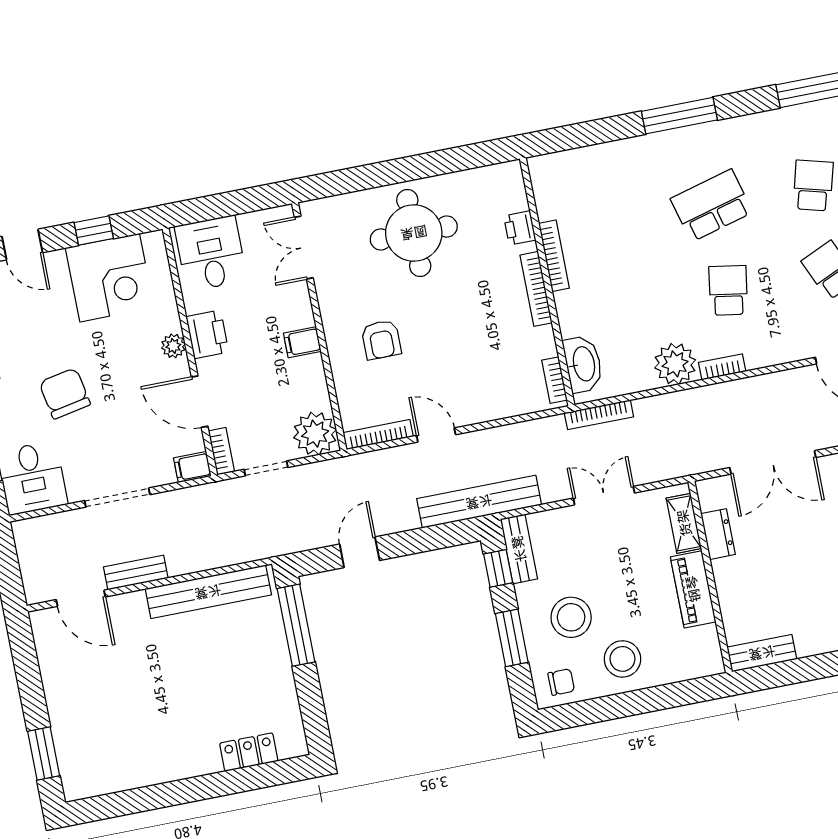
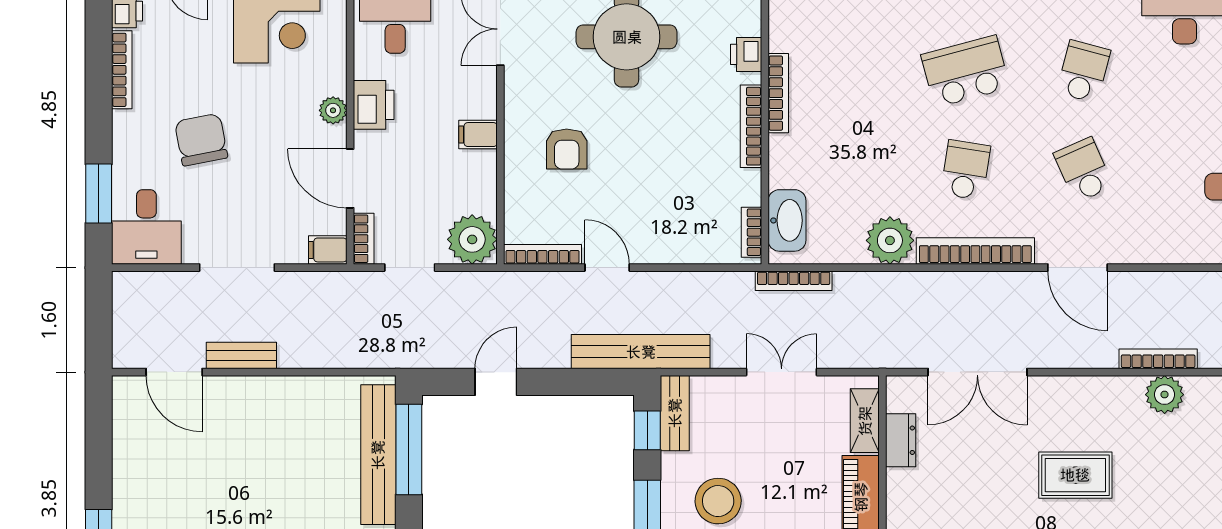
bookcase: (722, 367) -> (975, 251), width x2.31, depth x1.31
bench: (208, 592) -> (378, 455), moved, turned 90

